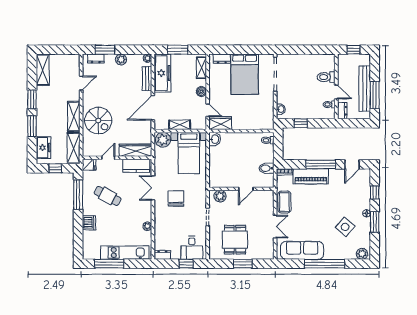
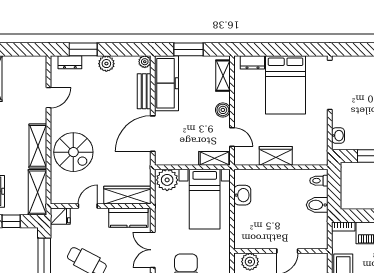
wardrobe: (220, 123) -> (276, 156), moved
shelving: (180, 125) -> (215, 158), moved
washbasin: (215, 139) -> (242, 195), moved
bidet: (266, 168) -> (317, 205), moved

